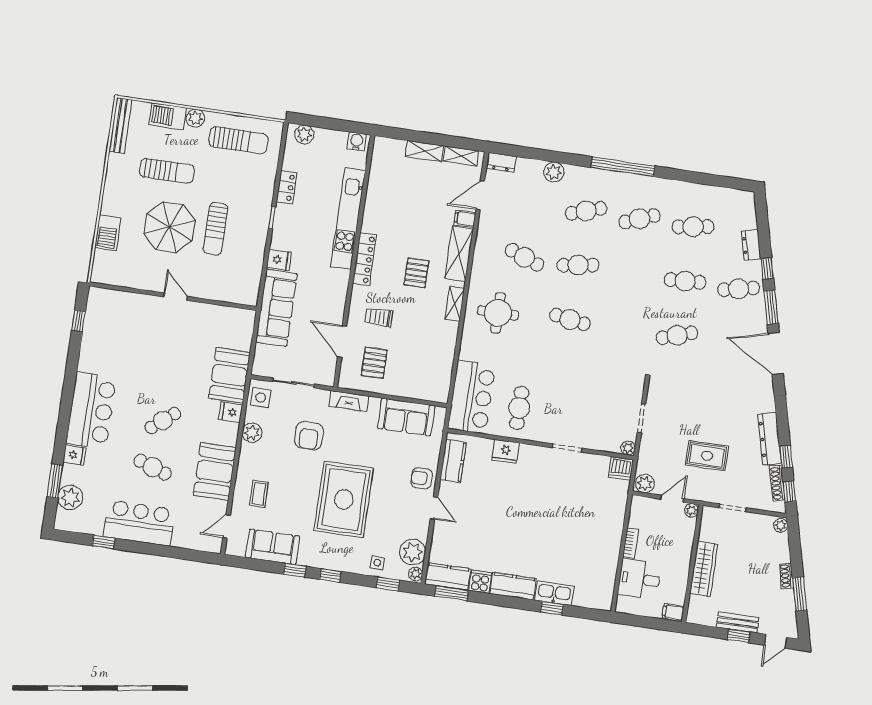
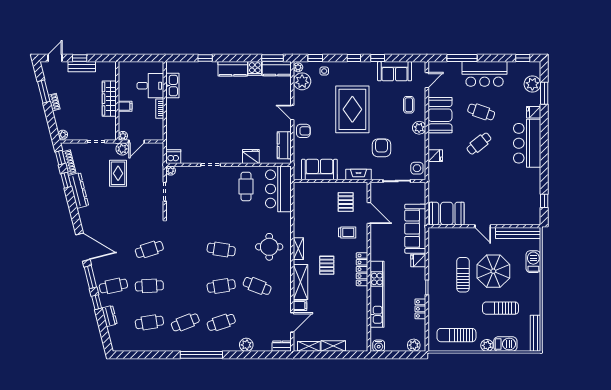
bench: (124, 279) -> (518, 233), added
booth: (230, 375) -> (447, 214), moved, turned 90
plant: (252, 433) -> (419, 128), moved
rug: (707, 456) -> (118, 173), turned 90
plant: (645, 484) -> (122, 149), moved
window: (104, 542) -> (523, 58), moved
window: (169, 552) -> (462, 58), added
kitchen sink: (554, 593) -> (172, 86), moved, turned -90
filing cabinet: (673, 612) -> (125, 106), moved

